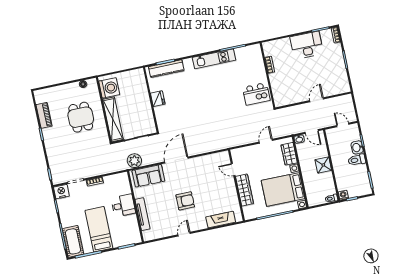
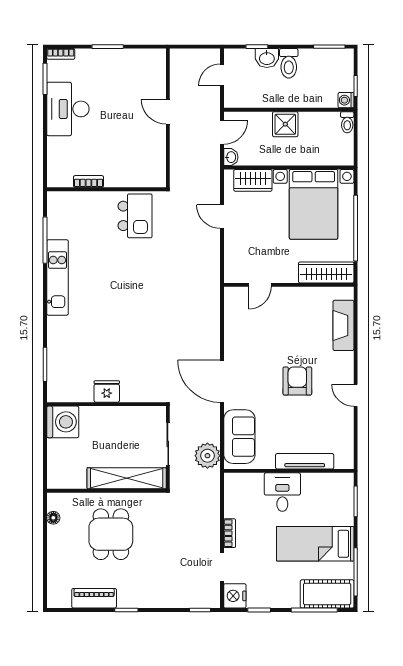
kitchen counter: (166, 69) -> (57, 365), removed
washing machine: (109, 88) -> (63, 422), moved, turned 90
dining table: (81, 117) -> (111, 534), turned 90
wardrobe: (244, 190) -> (326, 272), moved

